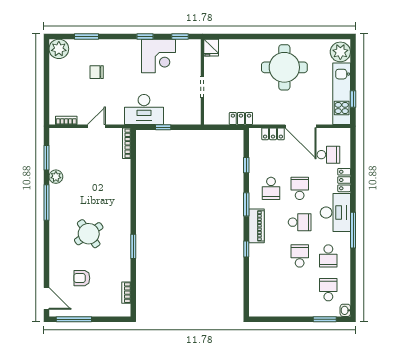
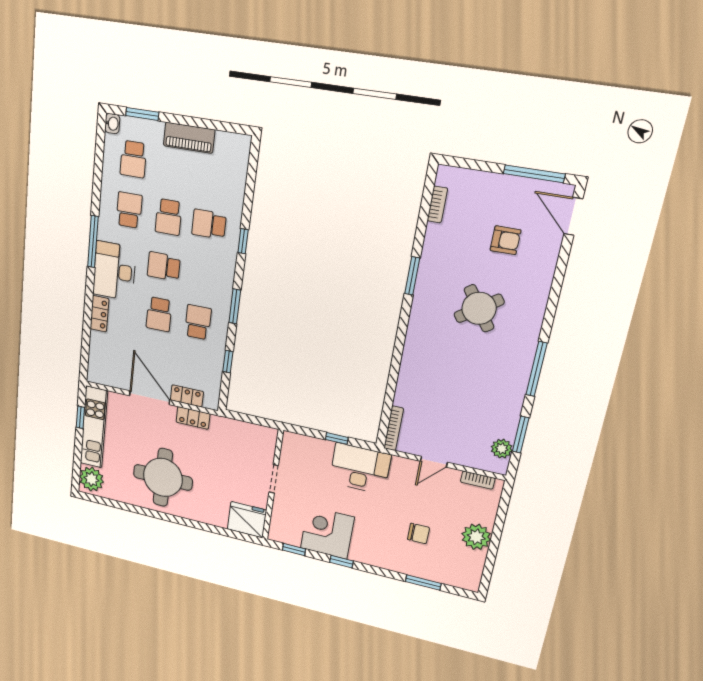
fridge: (211, 48) -> (247, 520), width x1.88, depth x1.34
plant: (59, 49) -> (476, 537), moved
locker: (241, 118) -> (193, 418), moved
school desk: (328, 155) -> (209, 224), moved
plant: (56, 177) -> (502, 449), moved
piano: (257, 226) -> (189, 138), moved, turned -90

